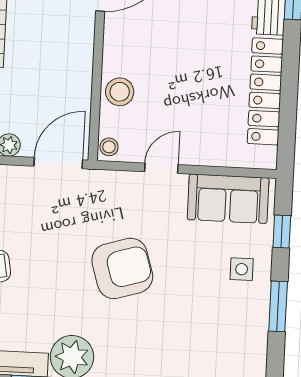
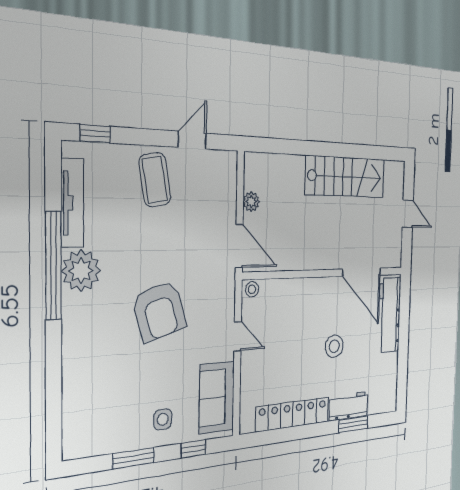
stool: (120, 92) -> (334, 346), moved

